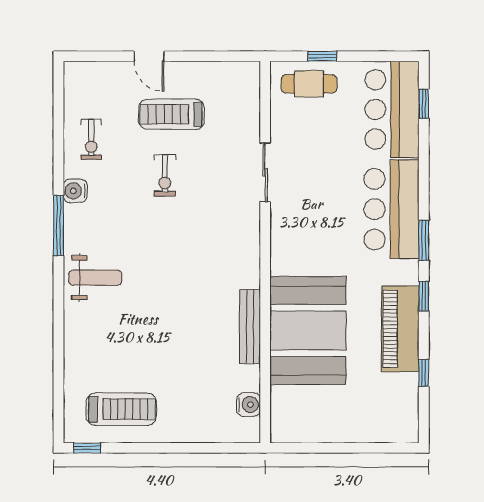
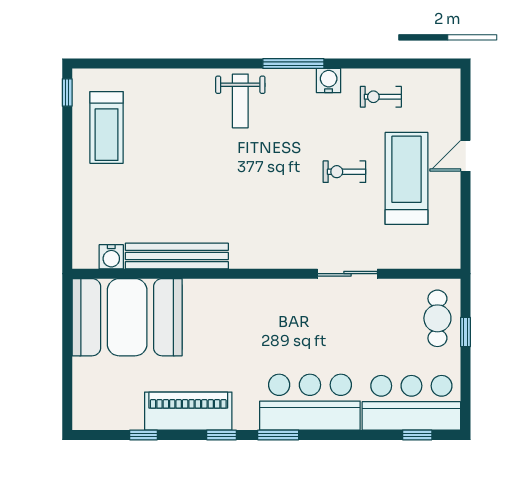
treadmill: (171, 114) -> (406, 178), width x1.37, depth x1.38
bench: (250, 327) -> (177, 256), width x1.37, depth x1.21
booth: (308, 331) -> (127, 317), moved

